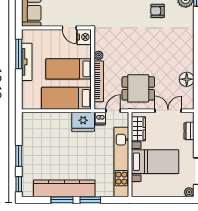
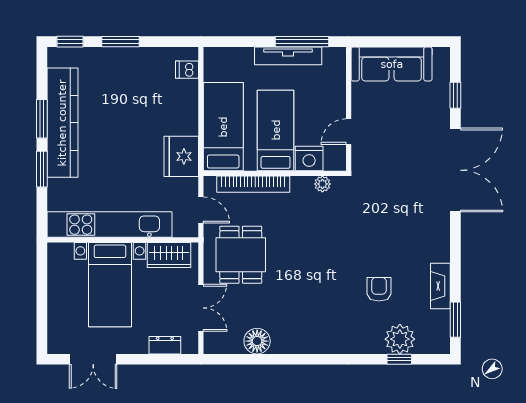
nightstand: (84, 37) -> (309, 159), moved
plant: (99, 55) -> (322, 184), moved
dishwasher: (100, 119) -> (187, 70), moved
plant: (189, 192) -> (56, 345), removed

